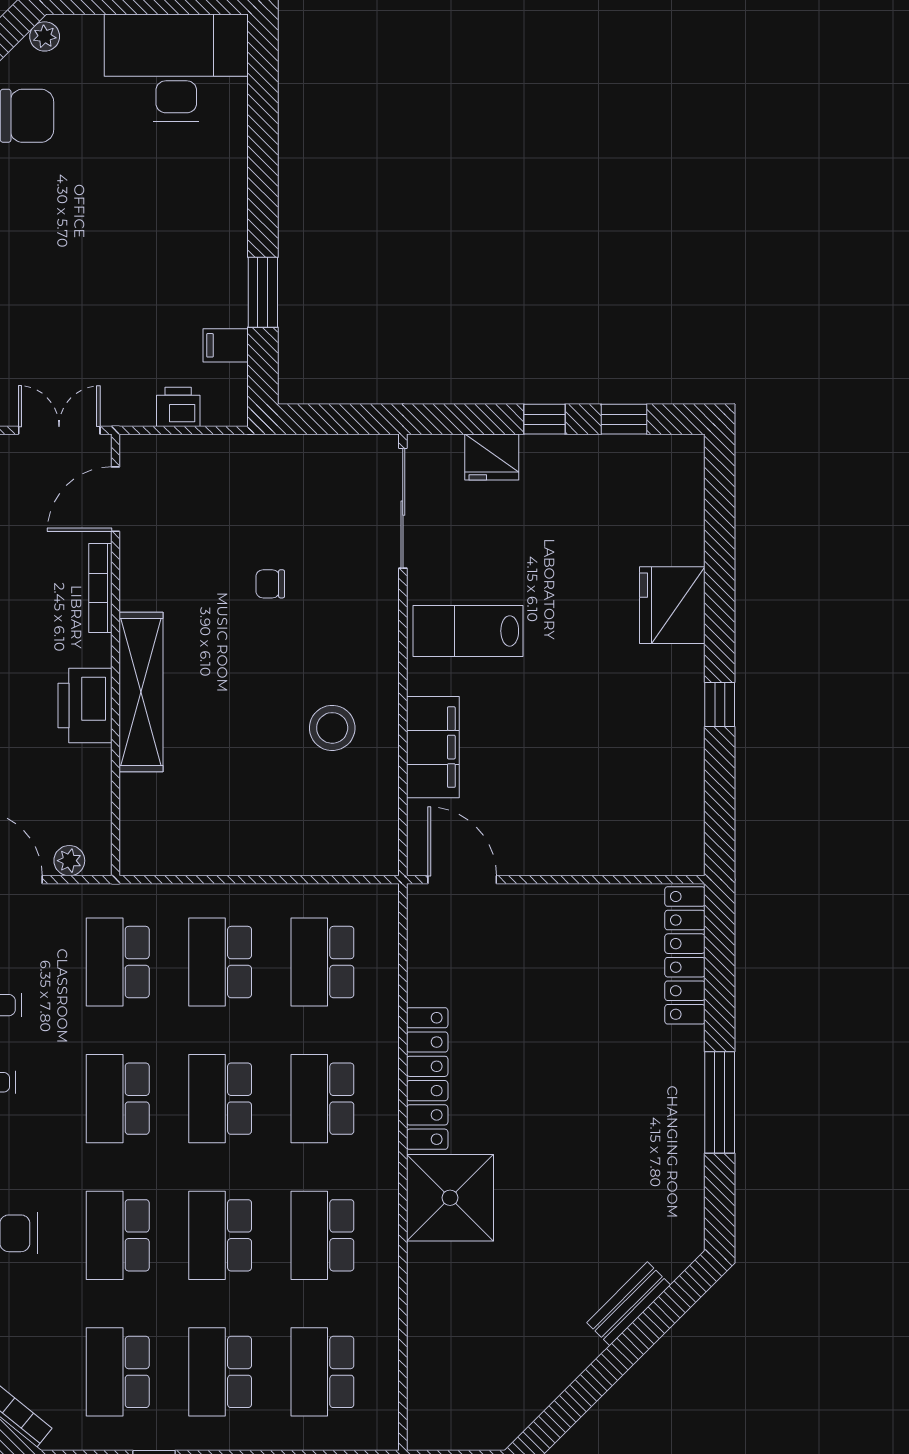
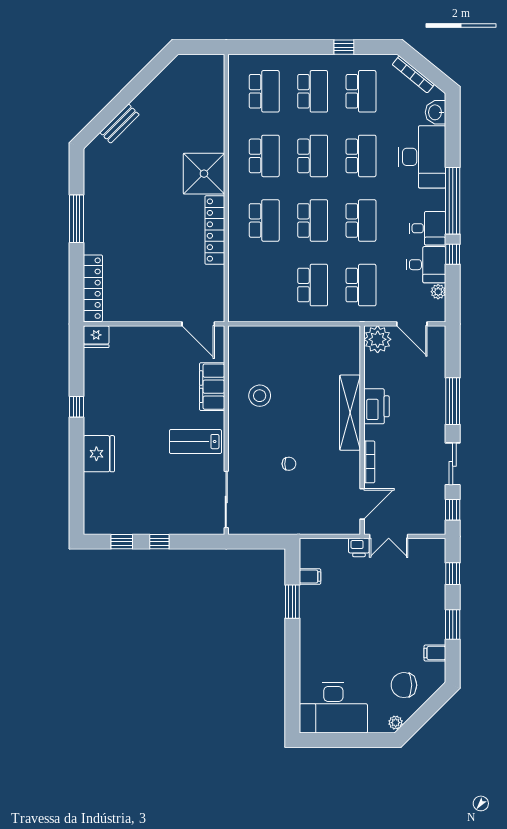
printer: (178, 407) -> (359, 547), moved
fridge: (492, 457) -> (96, 337), moved, turned 180
lab bench: (468, 631) -> (195, 442), turned 180
plant: (69, 861) -> (378, 339), width x1.88, depth x1.88
school desk: (322, 962) -> (264, 285), removed

